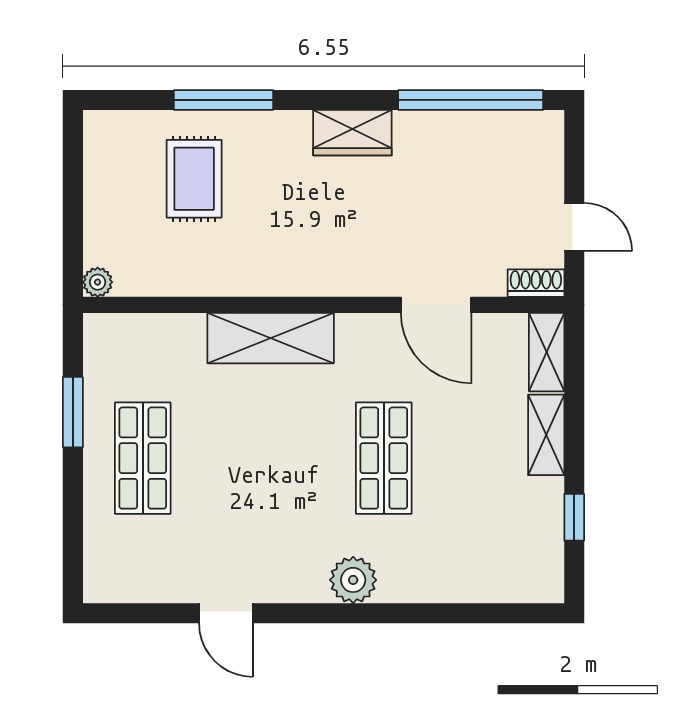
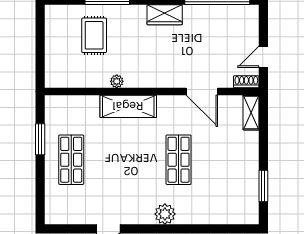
door: (574, 227) -> (263, 57), swing flipped
plant: (98, 282) -> (117, 81), moved
shelving: (546, 435) -> (251, 149), removed
window: (574, 517) -> (263, 186), width x1.50

